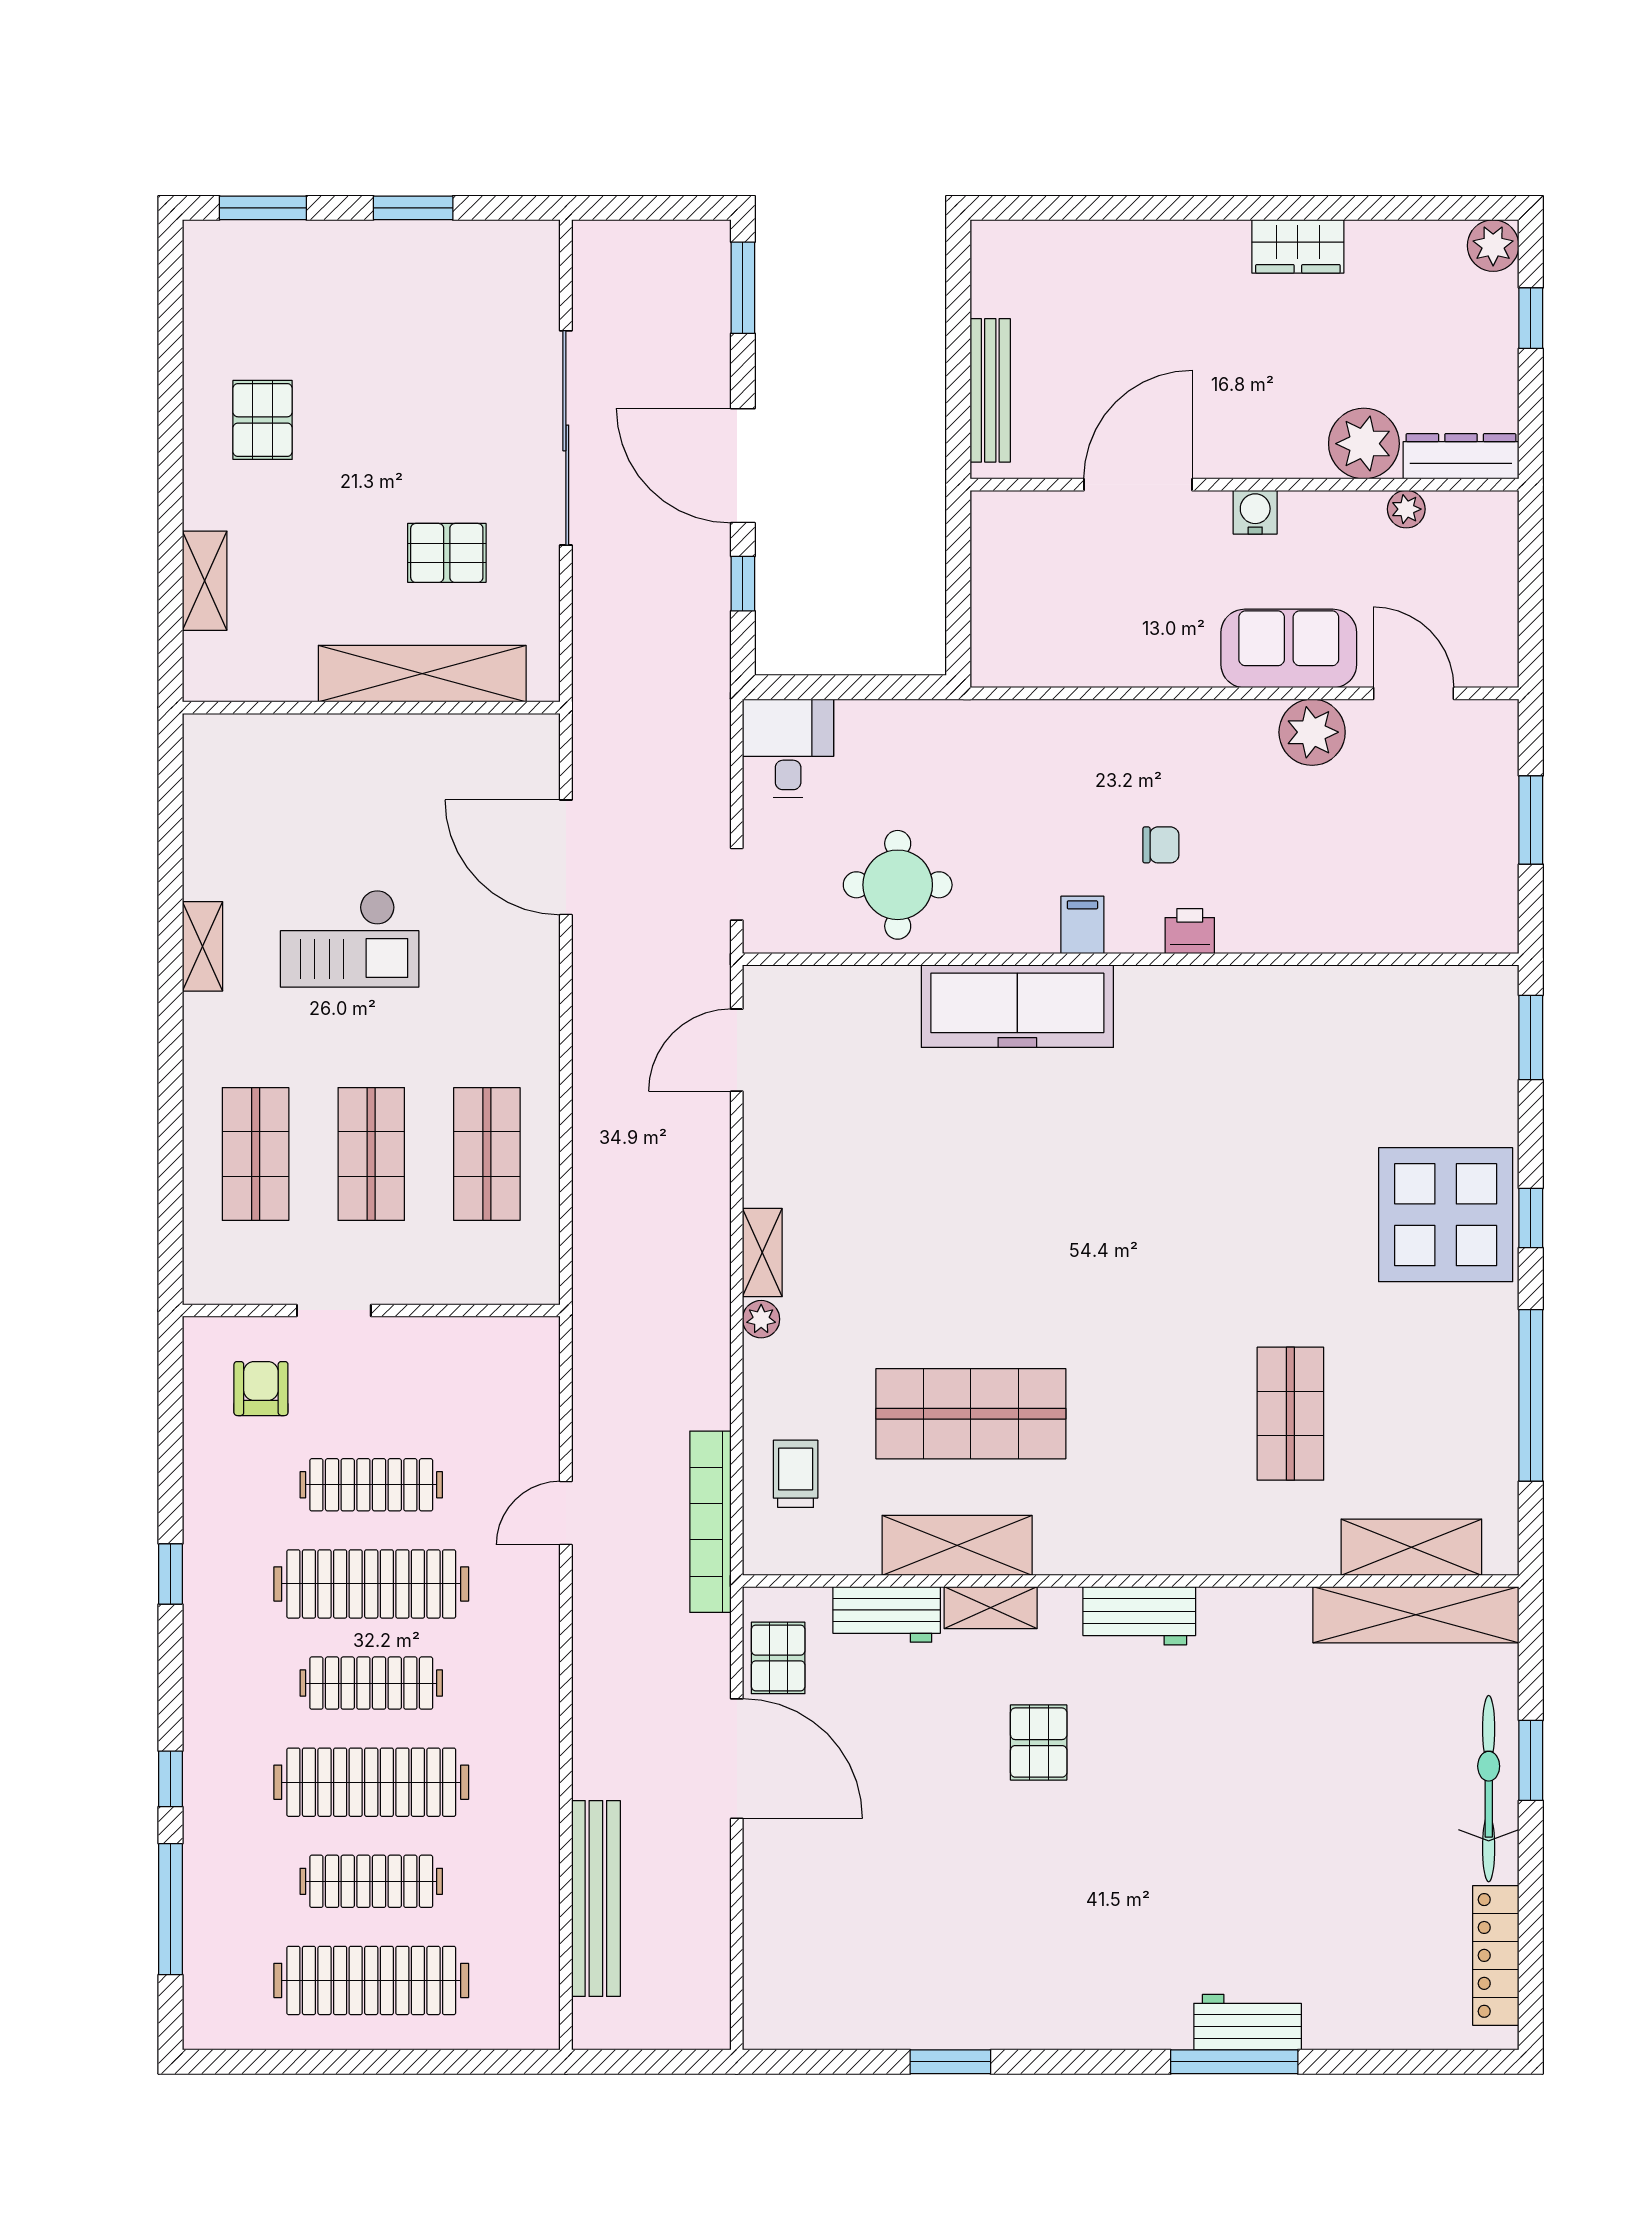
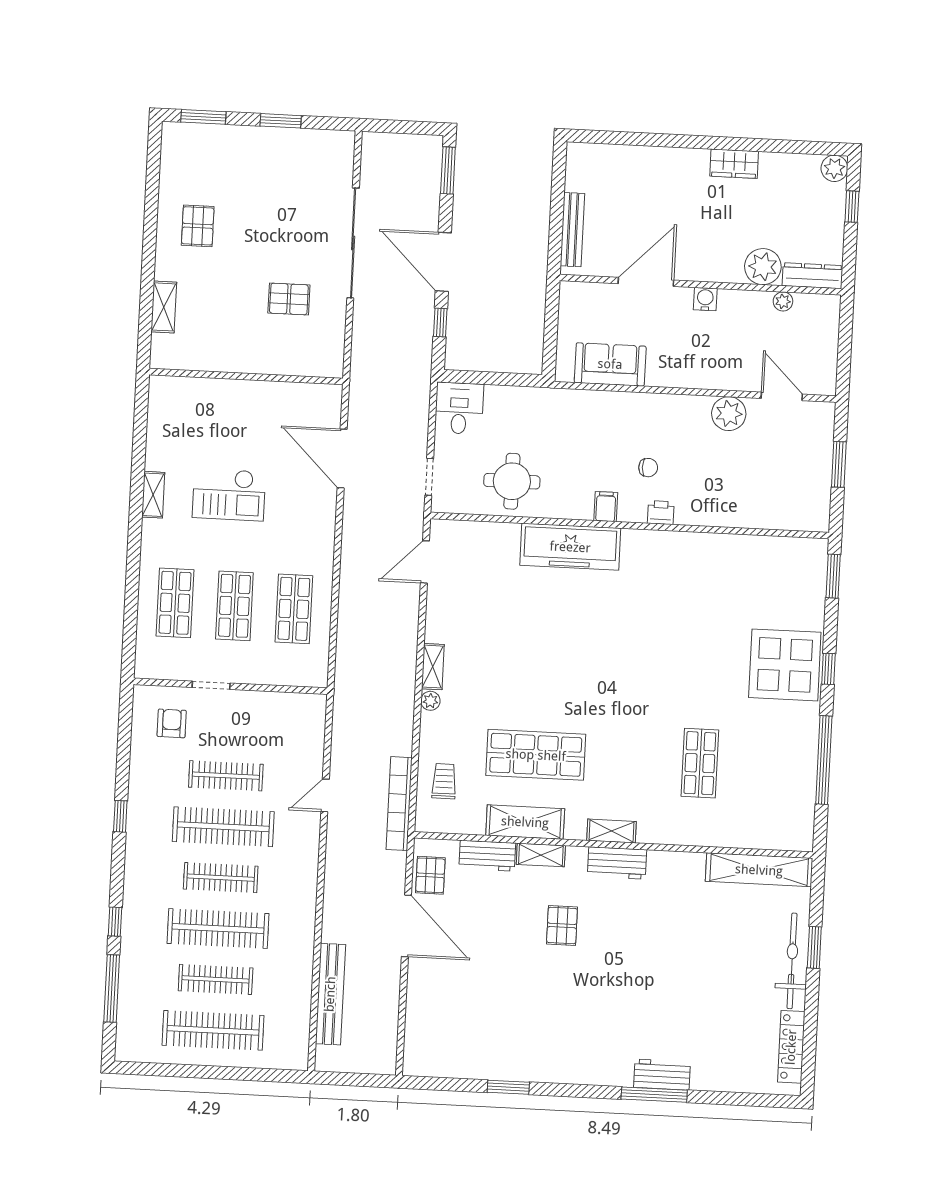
sofa: (1289, 648) -> (610, 364), moved
shelving: (422, 674) -> (273, 360), removed
shelving: (1411, 1547) -> (612, 831), moved, width x0.67, depth x0.75

